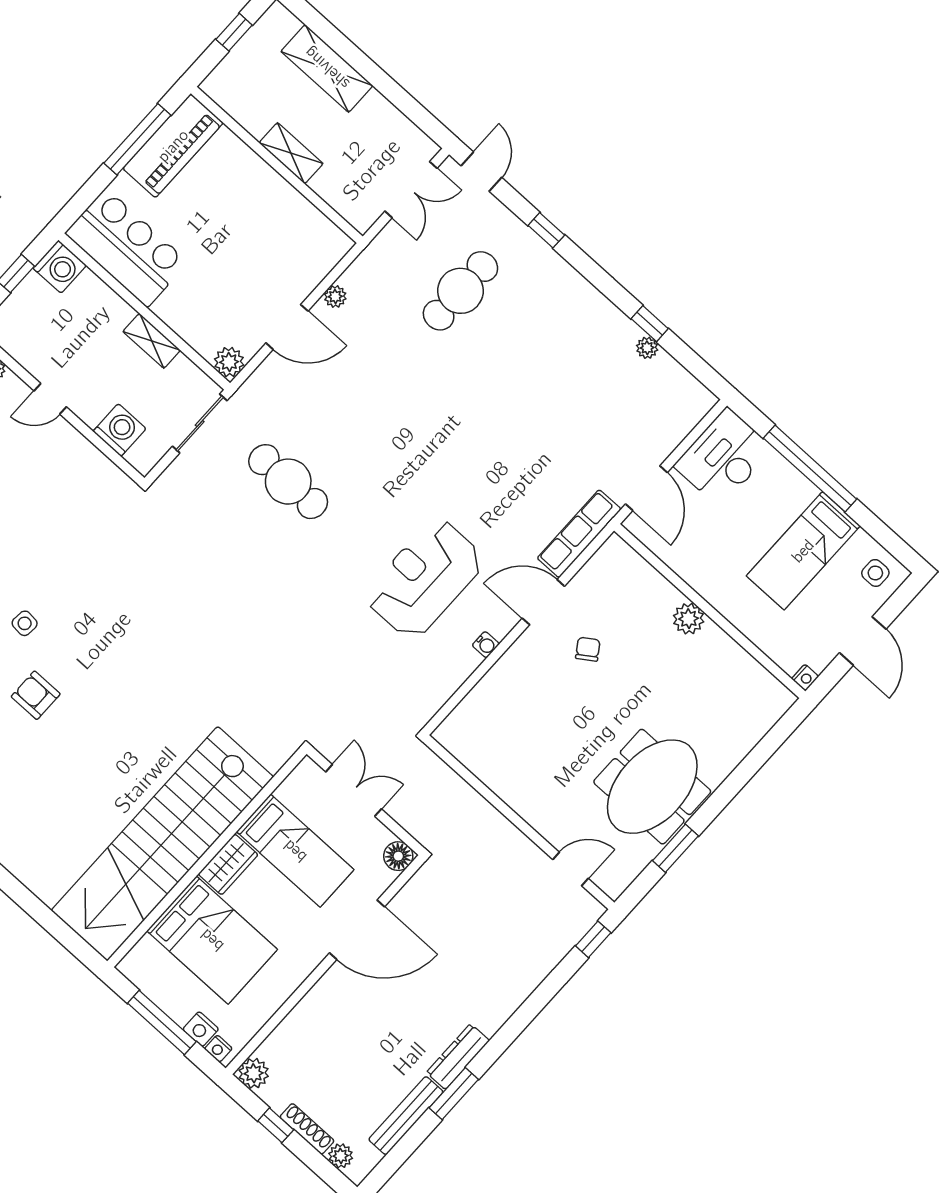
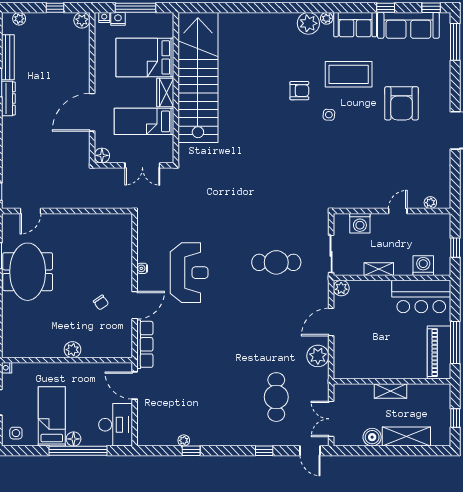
boiler: (376, 111) -> (372, 437), added
washing machine: (60, 267) -> (423, 266), moved, turned 90
plant: (335, 297) -> (318, 356), width x1.87, depth x1.87
floor lamp: (801, 491) -> (74, 439), added
shoe rack: (307, 1129) -> (42, 17), removed

